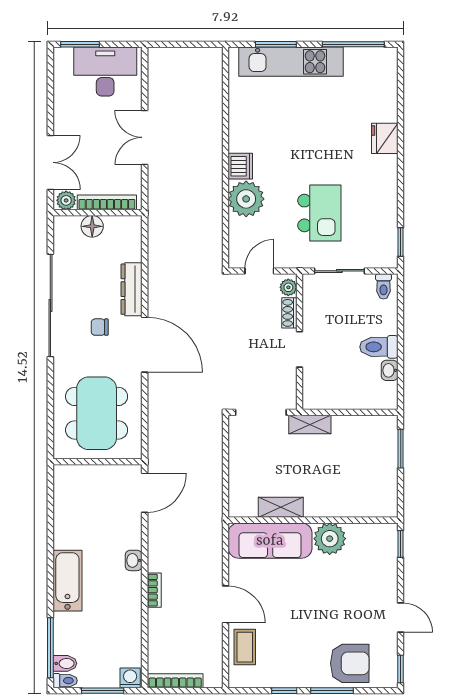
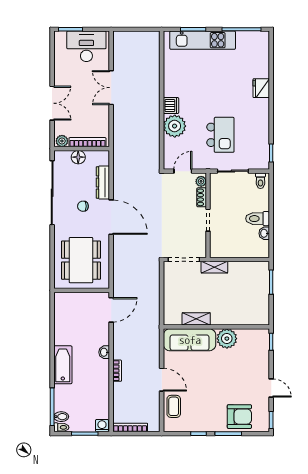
plant: (66, 200) -> (62, 141), moved
bookcase: (107, 202) -> (87, 142), moved
wall: (98, 213) -> (82, 149), moved
floor lamp: (92, 226) -> (78, 157), moved

